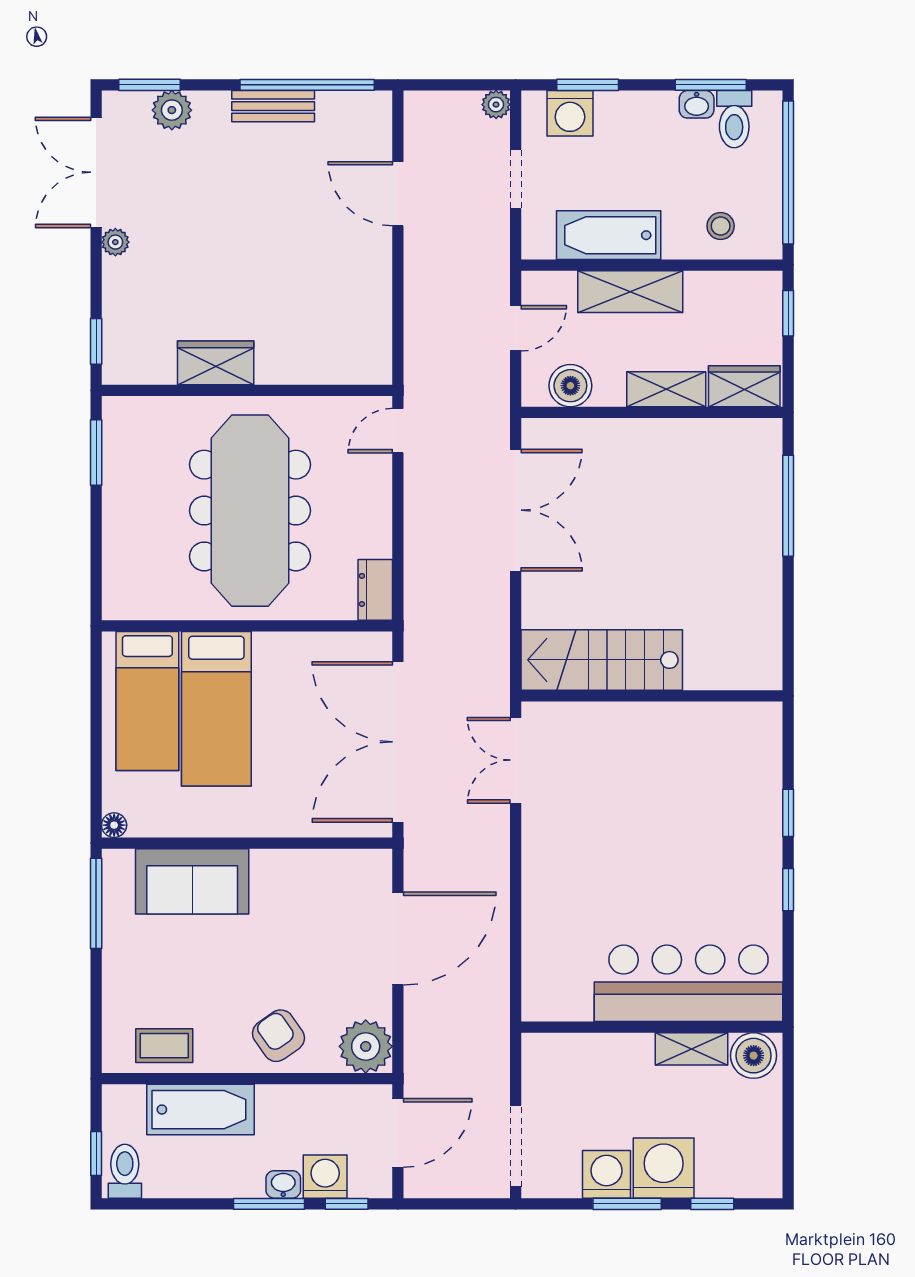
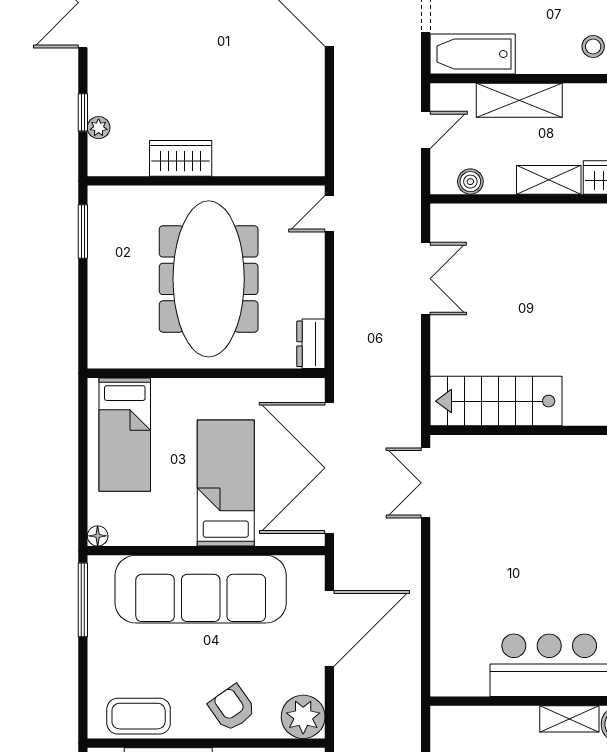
bathtub: (609, 235) -> (473, 54), moved
plant: (115, 242) -> (99, 128), moved
window: (96, 341) -> (83, 112), moved
boiler: (570, 386) -> (470, 182), width x0.73, depth x0.73
double door: (516, 510) -> (426, 279), width x0.73
bed: (216, 709) -> (226, 483), moved, turned 180
sofa: (192, 881) -> (201, 589), width x1.85, depth x1.27
coffee table: (164, 1046) -> (139, 716), width x1.36, depth x1.30

